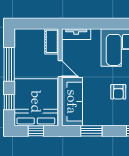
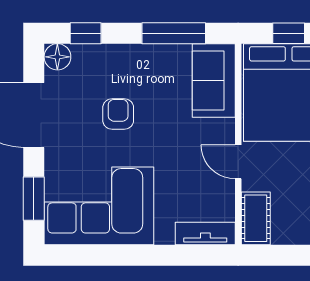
sofa: (72, 102) -> (214, 81), width x0.73
window: (91, 131) -> (174, 33), width x1.44

